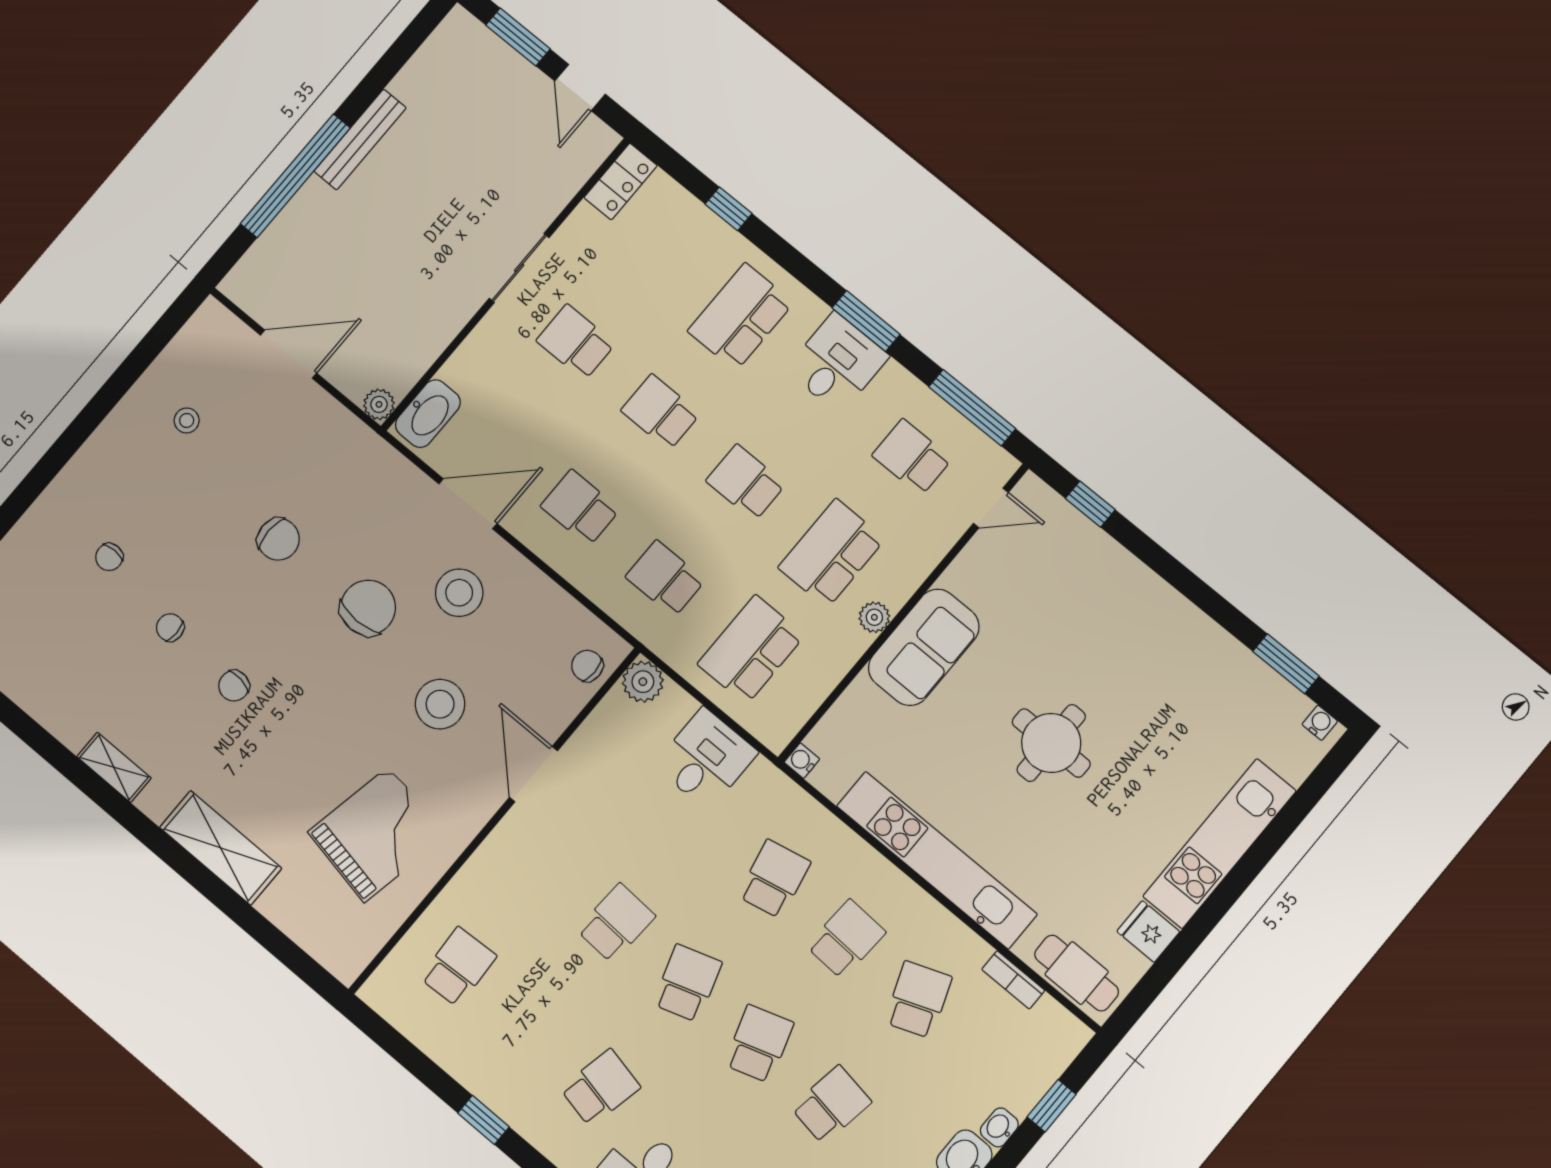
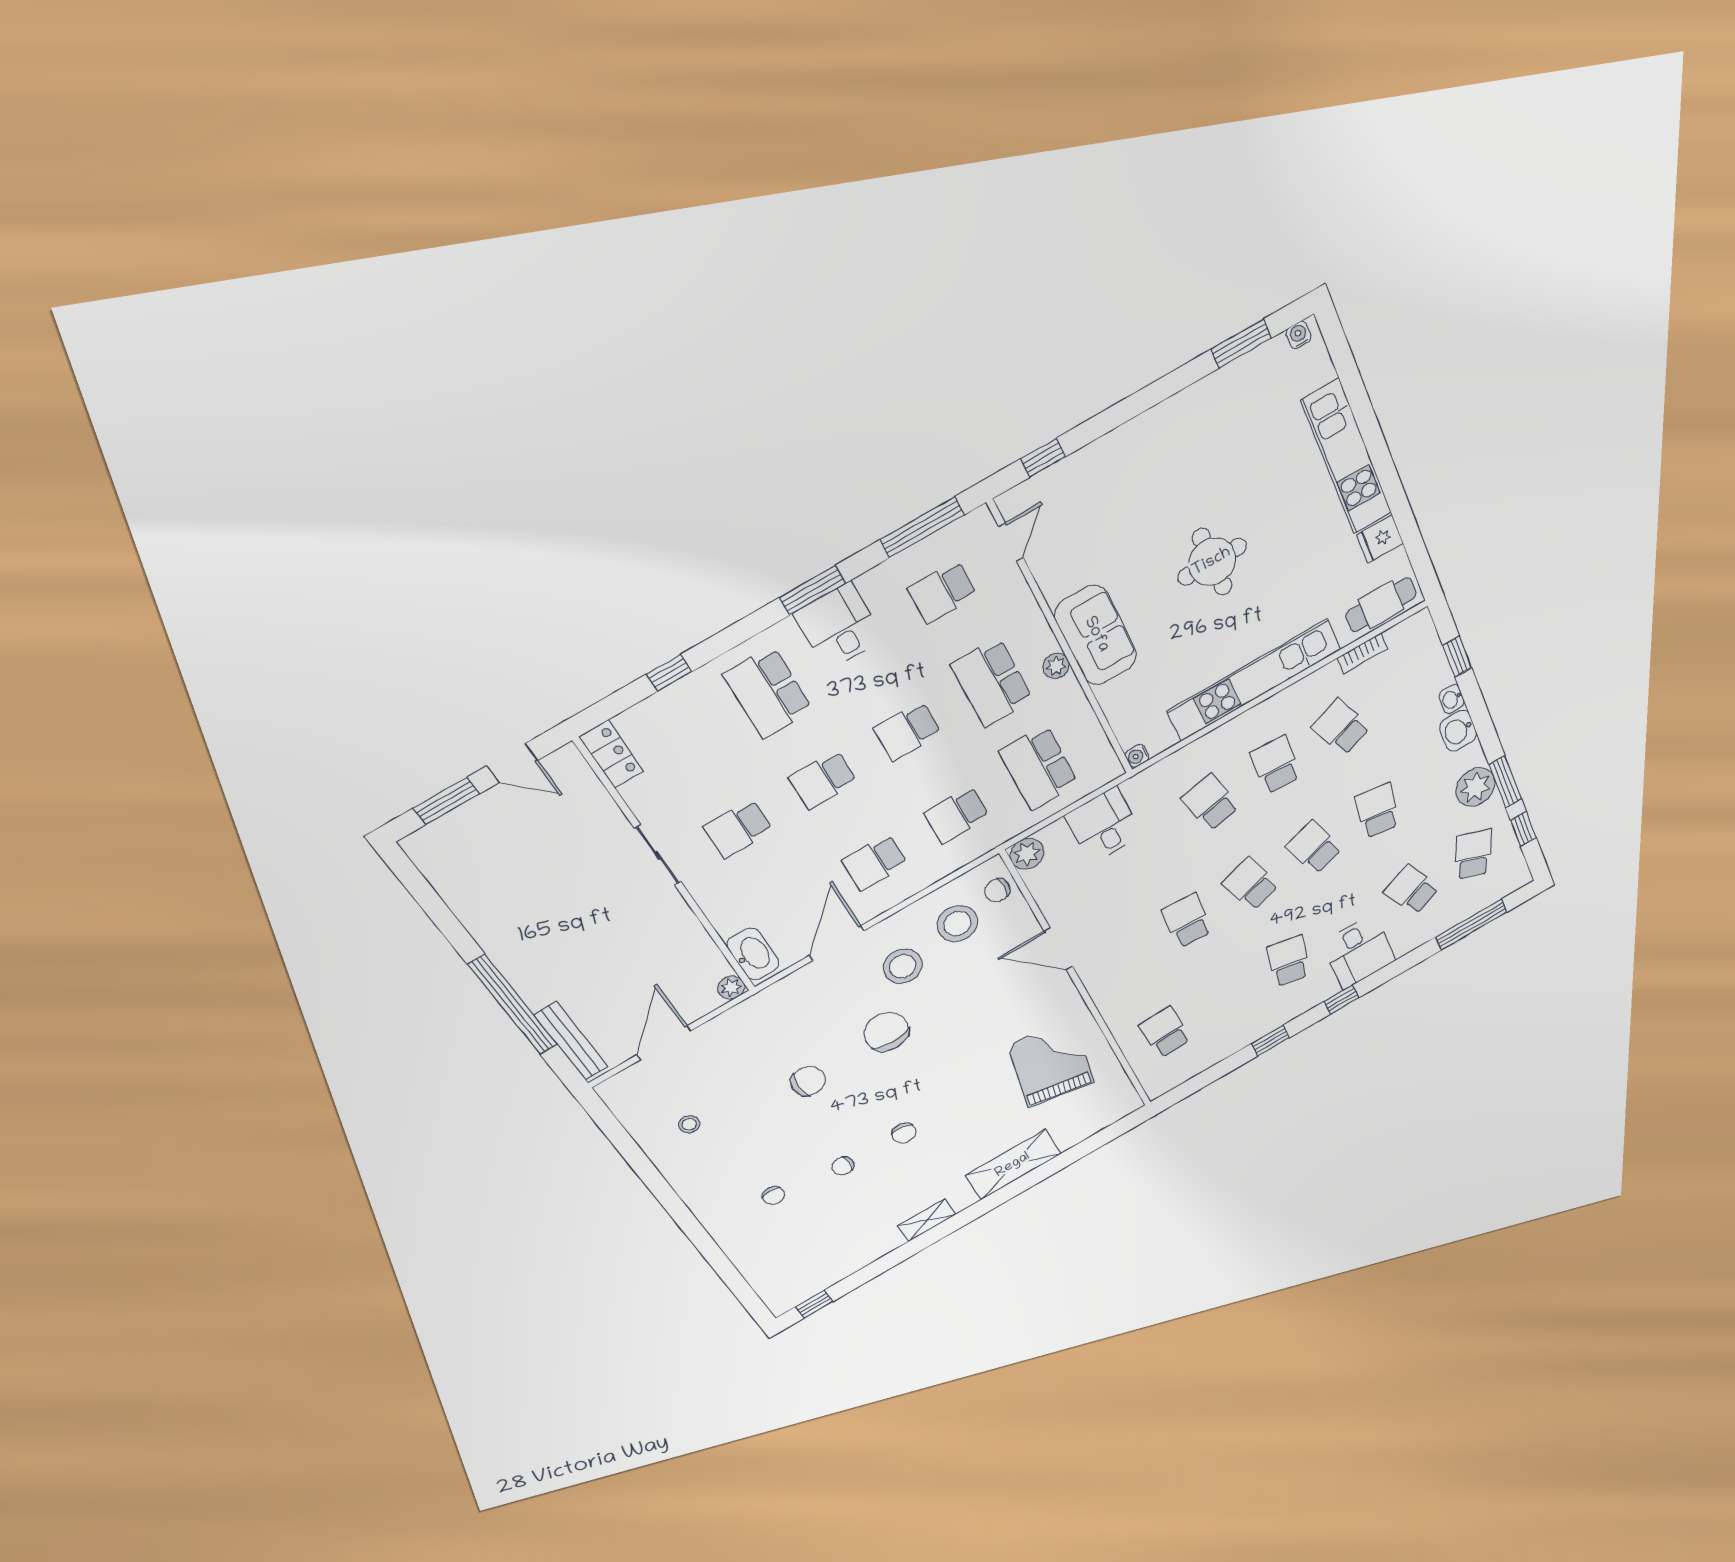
bench: (360, 139) -> (571, 1041), moved
stool: (440, 704) -> (957, 924), moved

